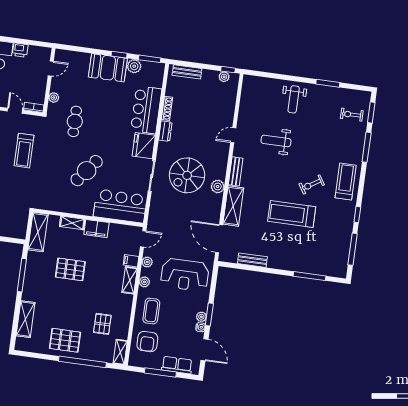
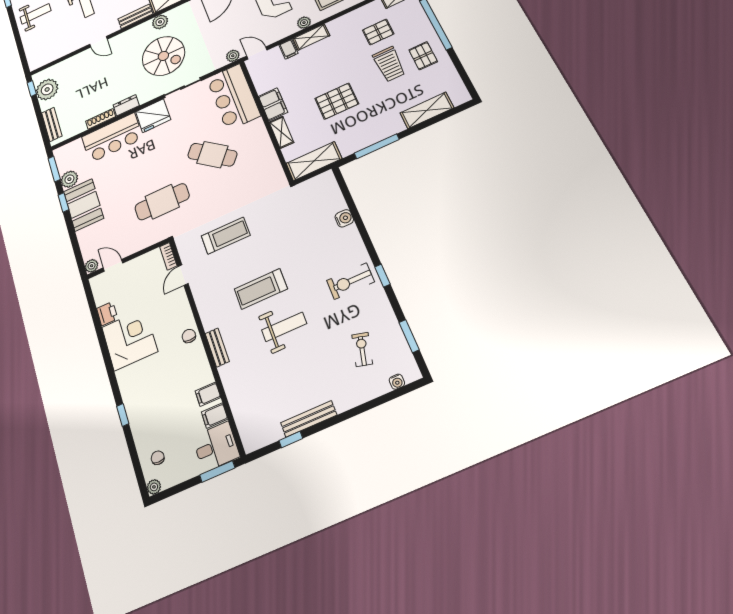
plant: (224, 77) -> (47, 89), width x1.87, depth x1.87
plant: (54, 98) -> (92, 266), moved
cafe table: (75, 121) -> (162, 202), width x1.37, depth x1.35
plant: (147, 262) -> (233, 56), moved
pallet: (70, 269) -> (337, 101), turned 90
trolley: (74, 317) -> (389, 64), added
pallet: (65, 340) -> (423, 56), width x0.67, depth x0.71

